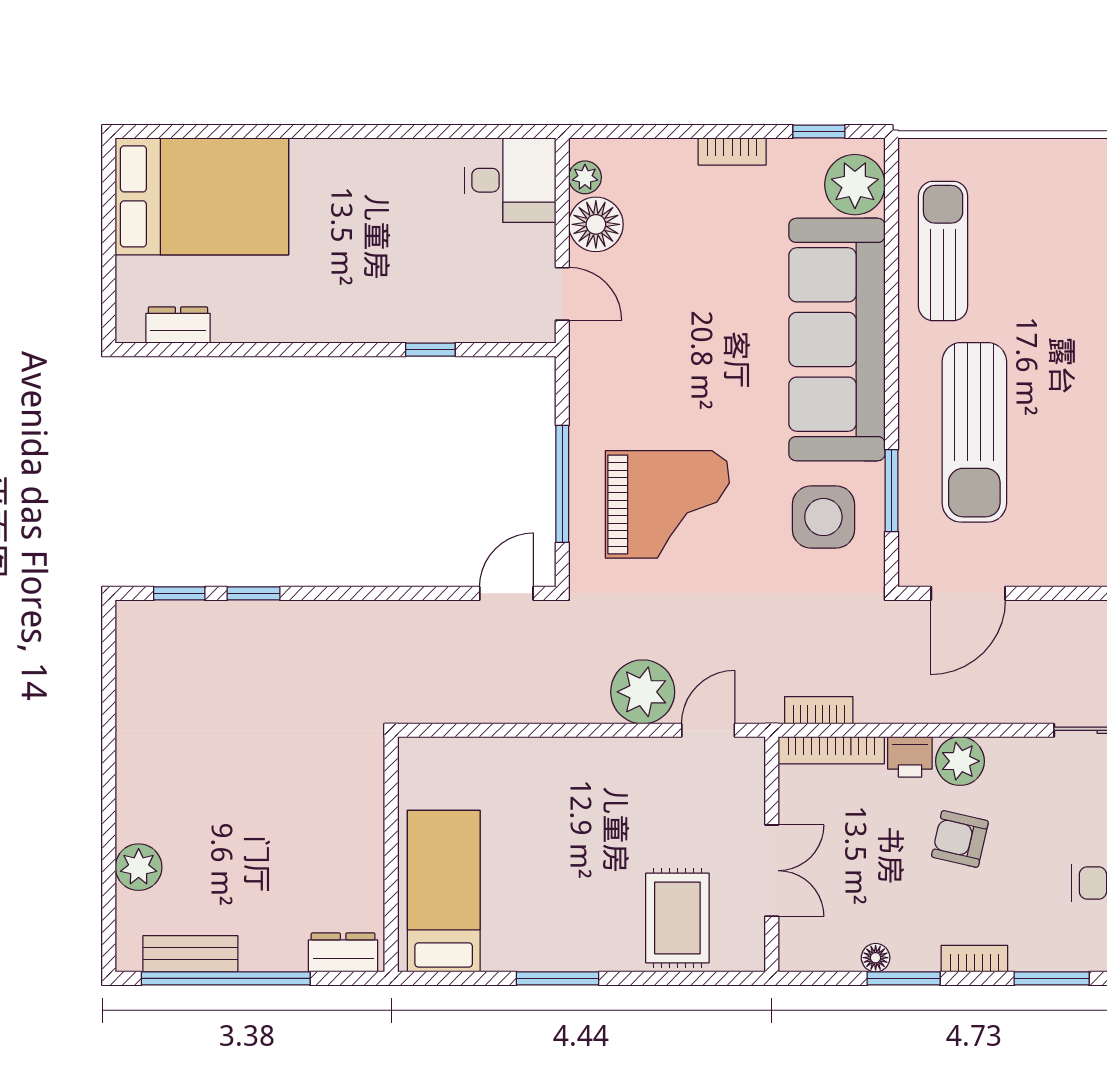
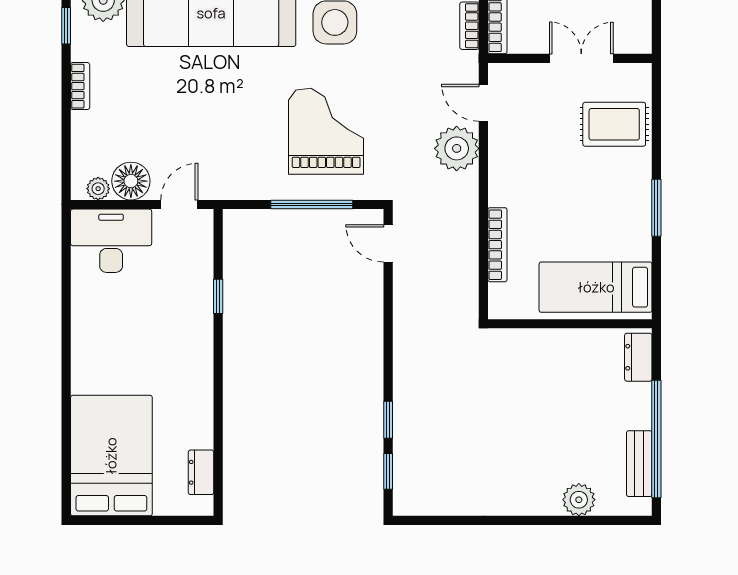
desk: (510, 180) -> (111, 241), width x1.37
bookcase: (505, 750) -> (497, 245), added

